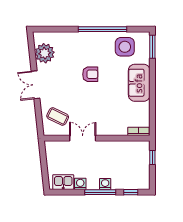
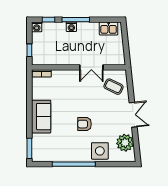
side table: (125, 47) -> (100, 151), moved
washing machine: (80, 184) -> (37, 27), moved

